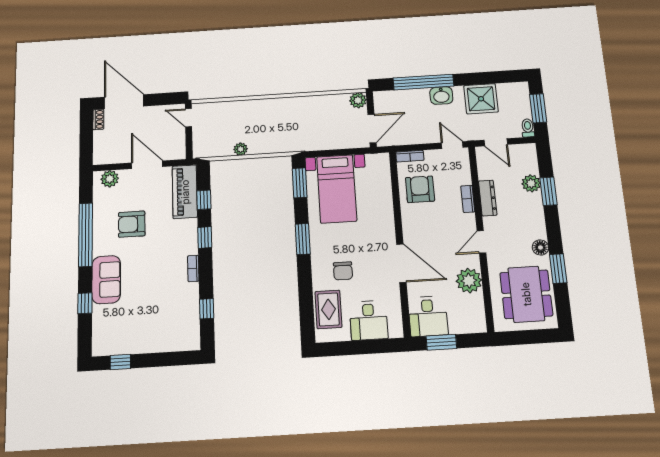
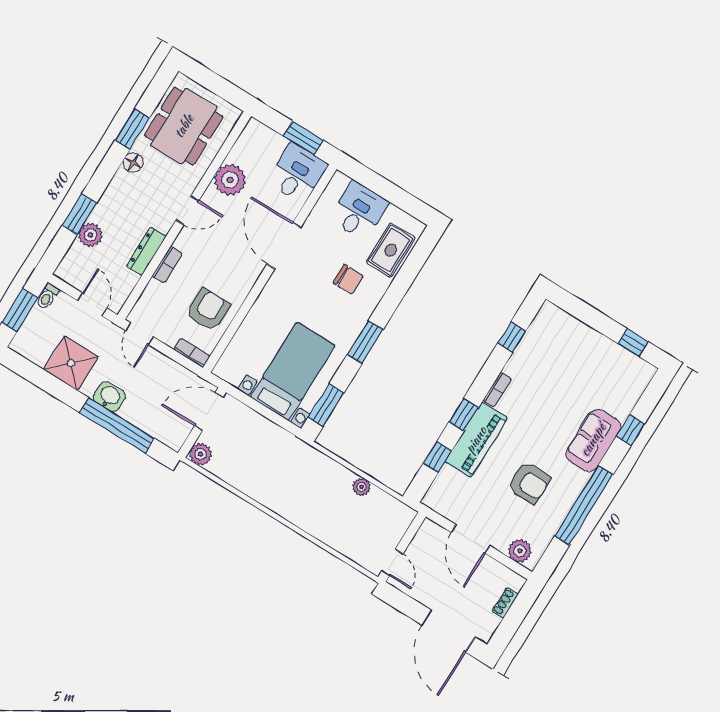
shoe rack: (98, 119) -> (505, 603), moved
armchair: (420, 189) -> (208, 310), turned 180
piano: (185, 192) -> (476, 440), moved
chair: (343, 271) -> (348, 279), turned 90

